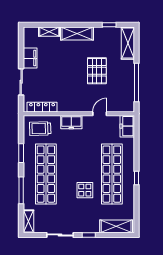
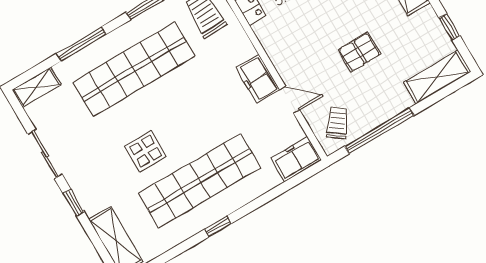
pallet: (97, 71) -> (359, 52), width x0.67, depth x0.71
trolley: (122, 99) -> (337, 123), added
freezer: (71, 122) -> (258, 79), moved

